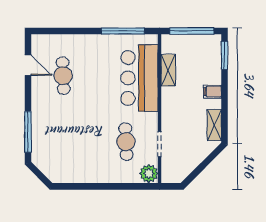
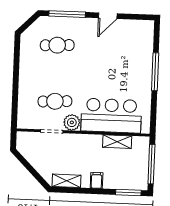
window: (123, 31) -> (155, 72), moved
door: (28, 65) -> (108, 16), moved
cafe table: (63, 76) -> (57, 45), moved
plant: (149, 174) -> (72, 122), moved

